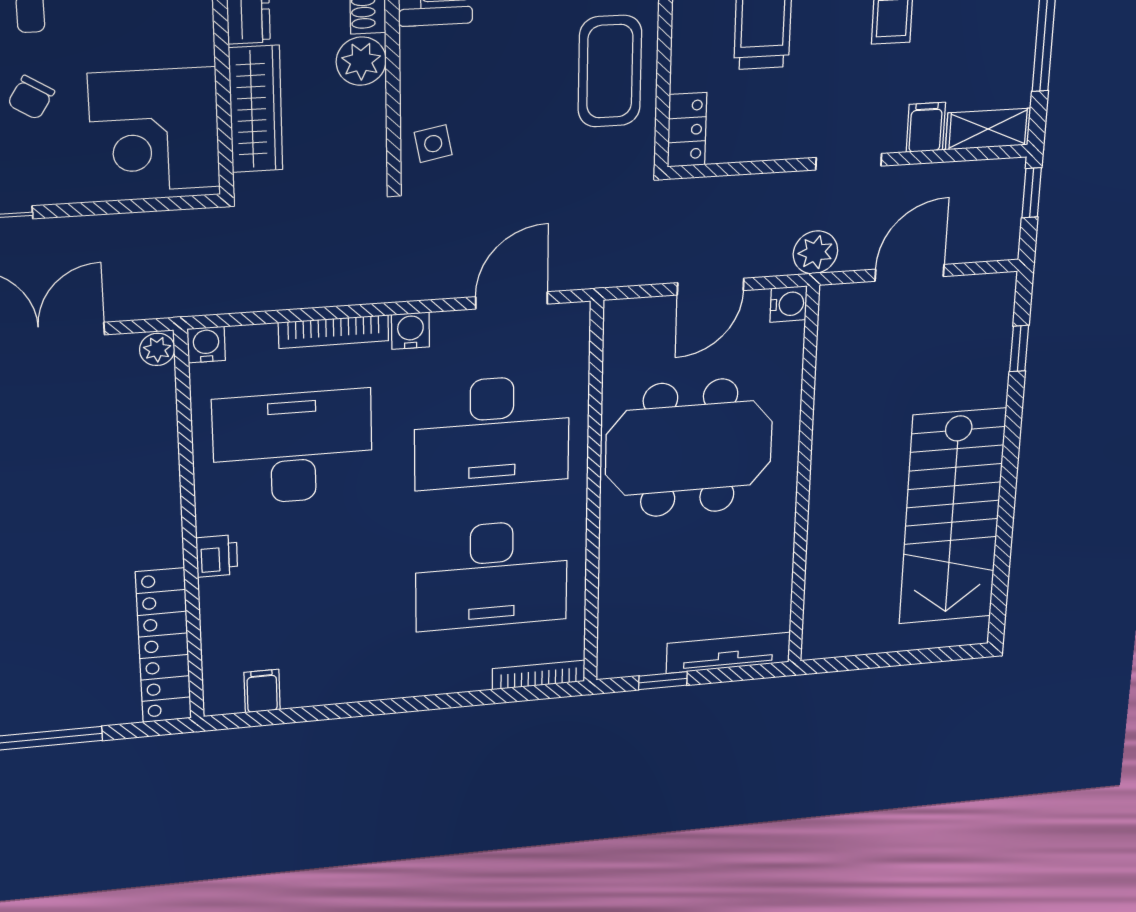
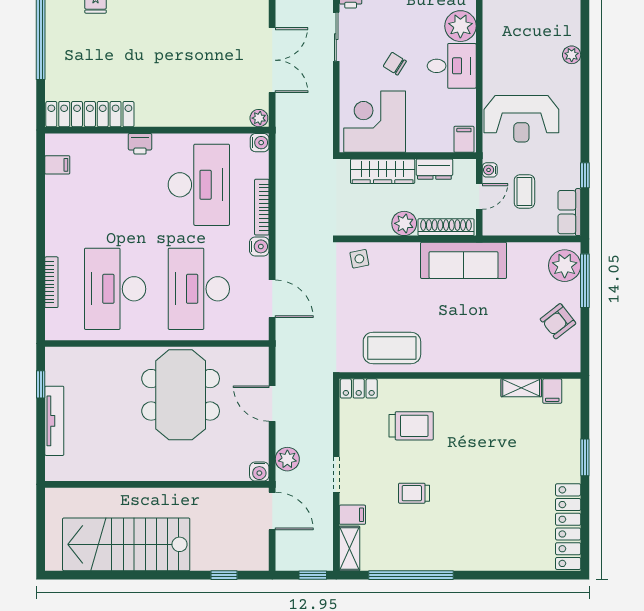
water cooler: (789, 304) -> (259, 472), moved
wall: (804, 479) -> (157, 484), moved
bookcase: (539, 675) -> (51, 282), moved

